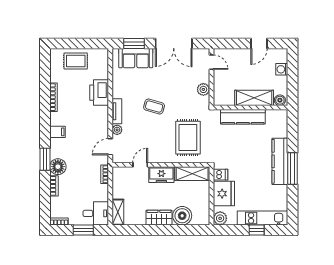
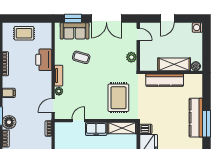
door: (259, 43) -> (167, 18), moved
washing machine: (282, 69) -> (197, 28), moved
coffee table: (154, 107) -> (81, 57), moved

